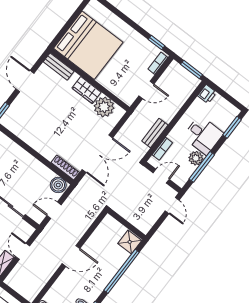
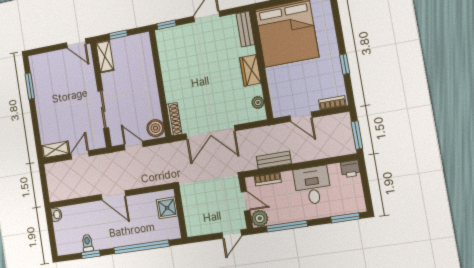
window: (156, 43) -> (345, 64), moved
plant: (104, 107) -> (258, 102), width x0.53, depth x0.53
desk: (203, 135) -> (312, 185), moved, turned 180
plant: (196, 158) -> (260, 218), moved
shower: (130, 242) -> (167, 208), moved

